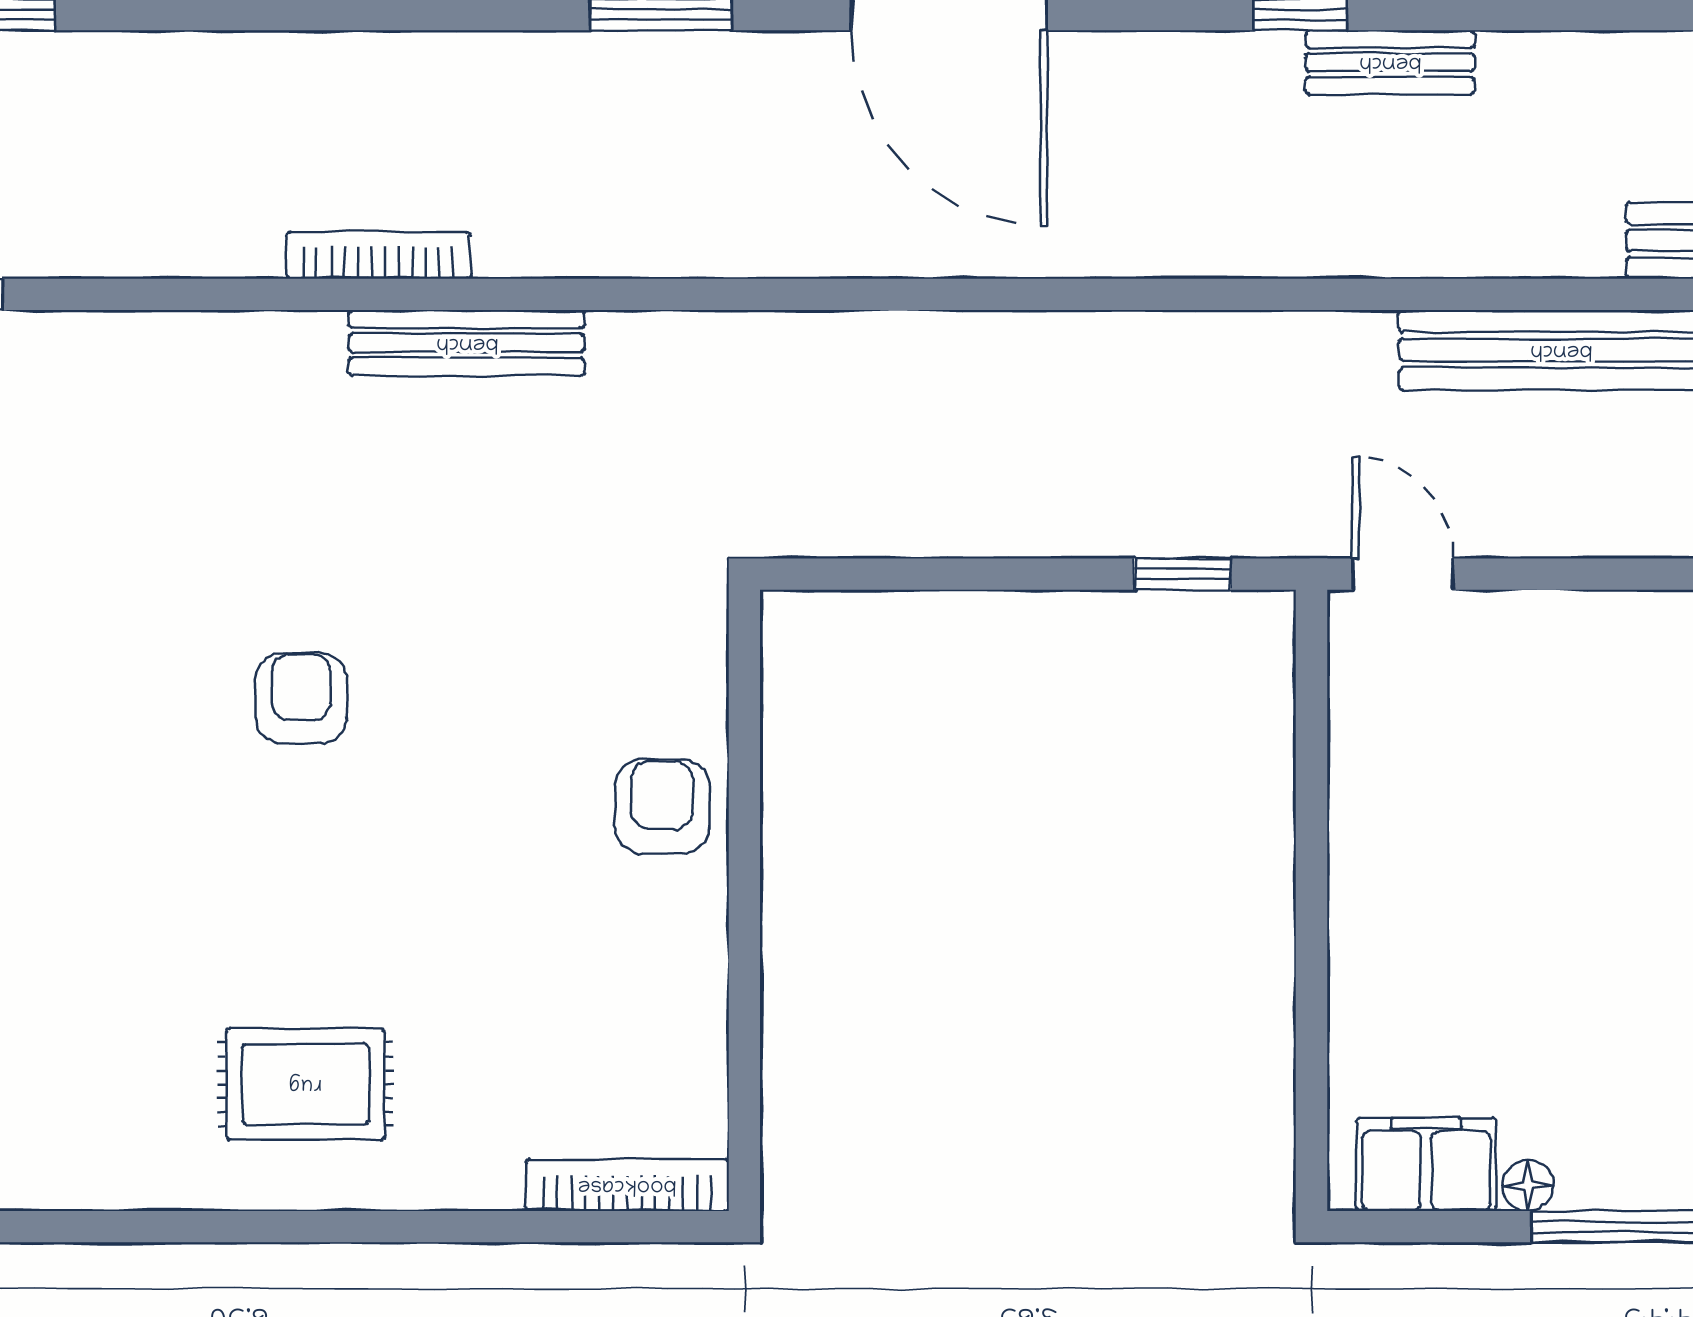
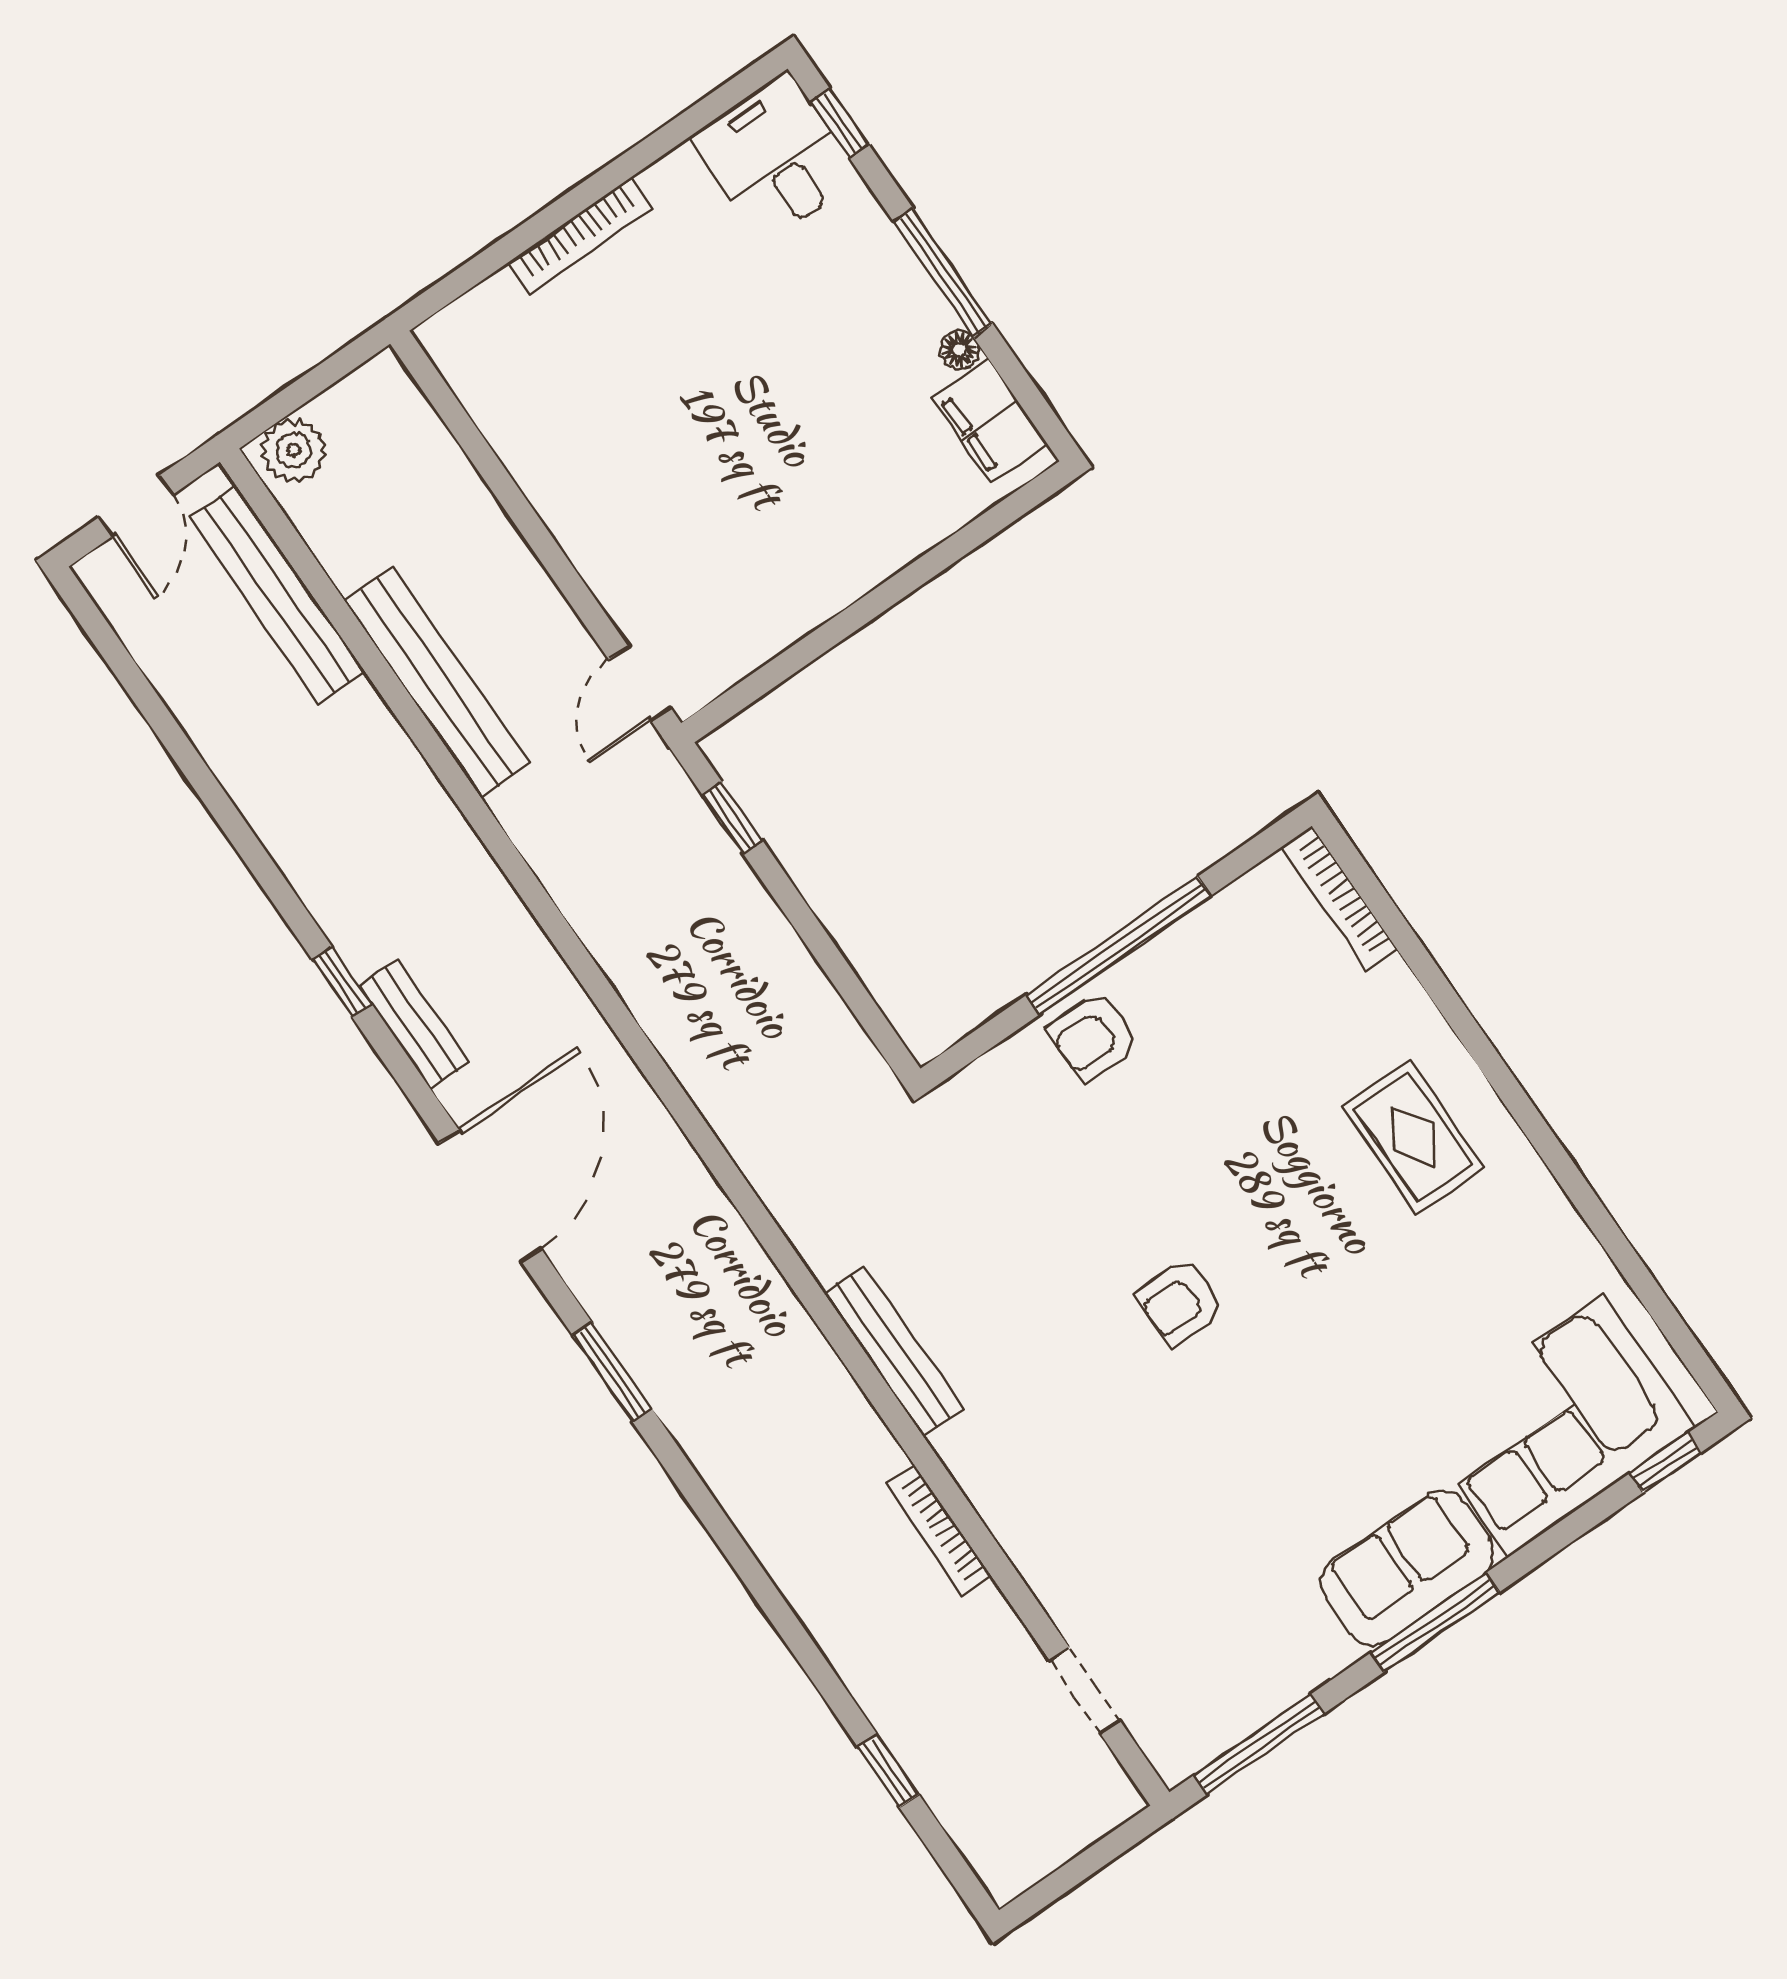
bench: (1390, 62) -> (414, 1024), moved
bookcase: (378, 255) -> (939, 1530), moved
window: (744, 905) -> (1119, 945), added

